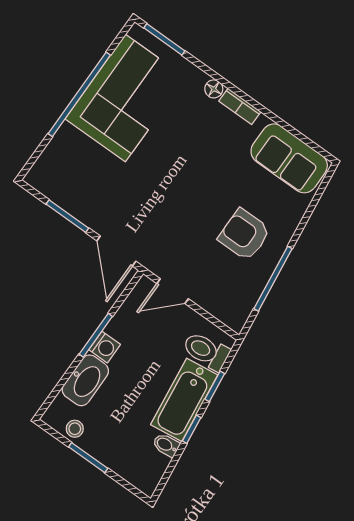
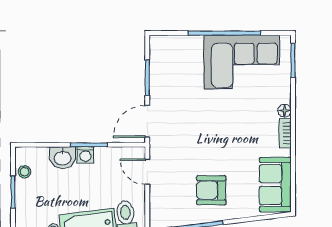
armchair: (244, 235) -> (211, 190), turned -90
washbasin: (85, 380) -> (63, 158), width x0.72

